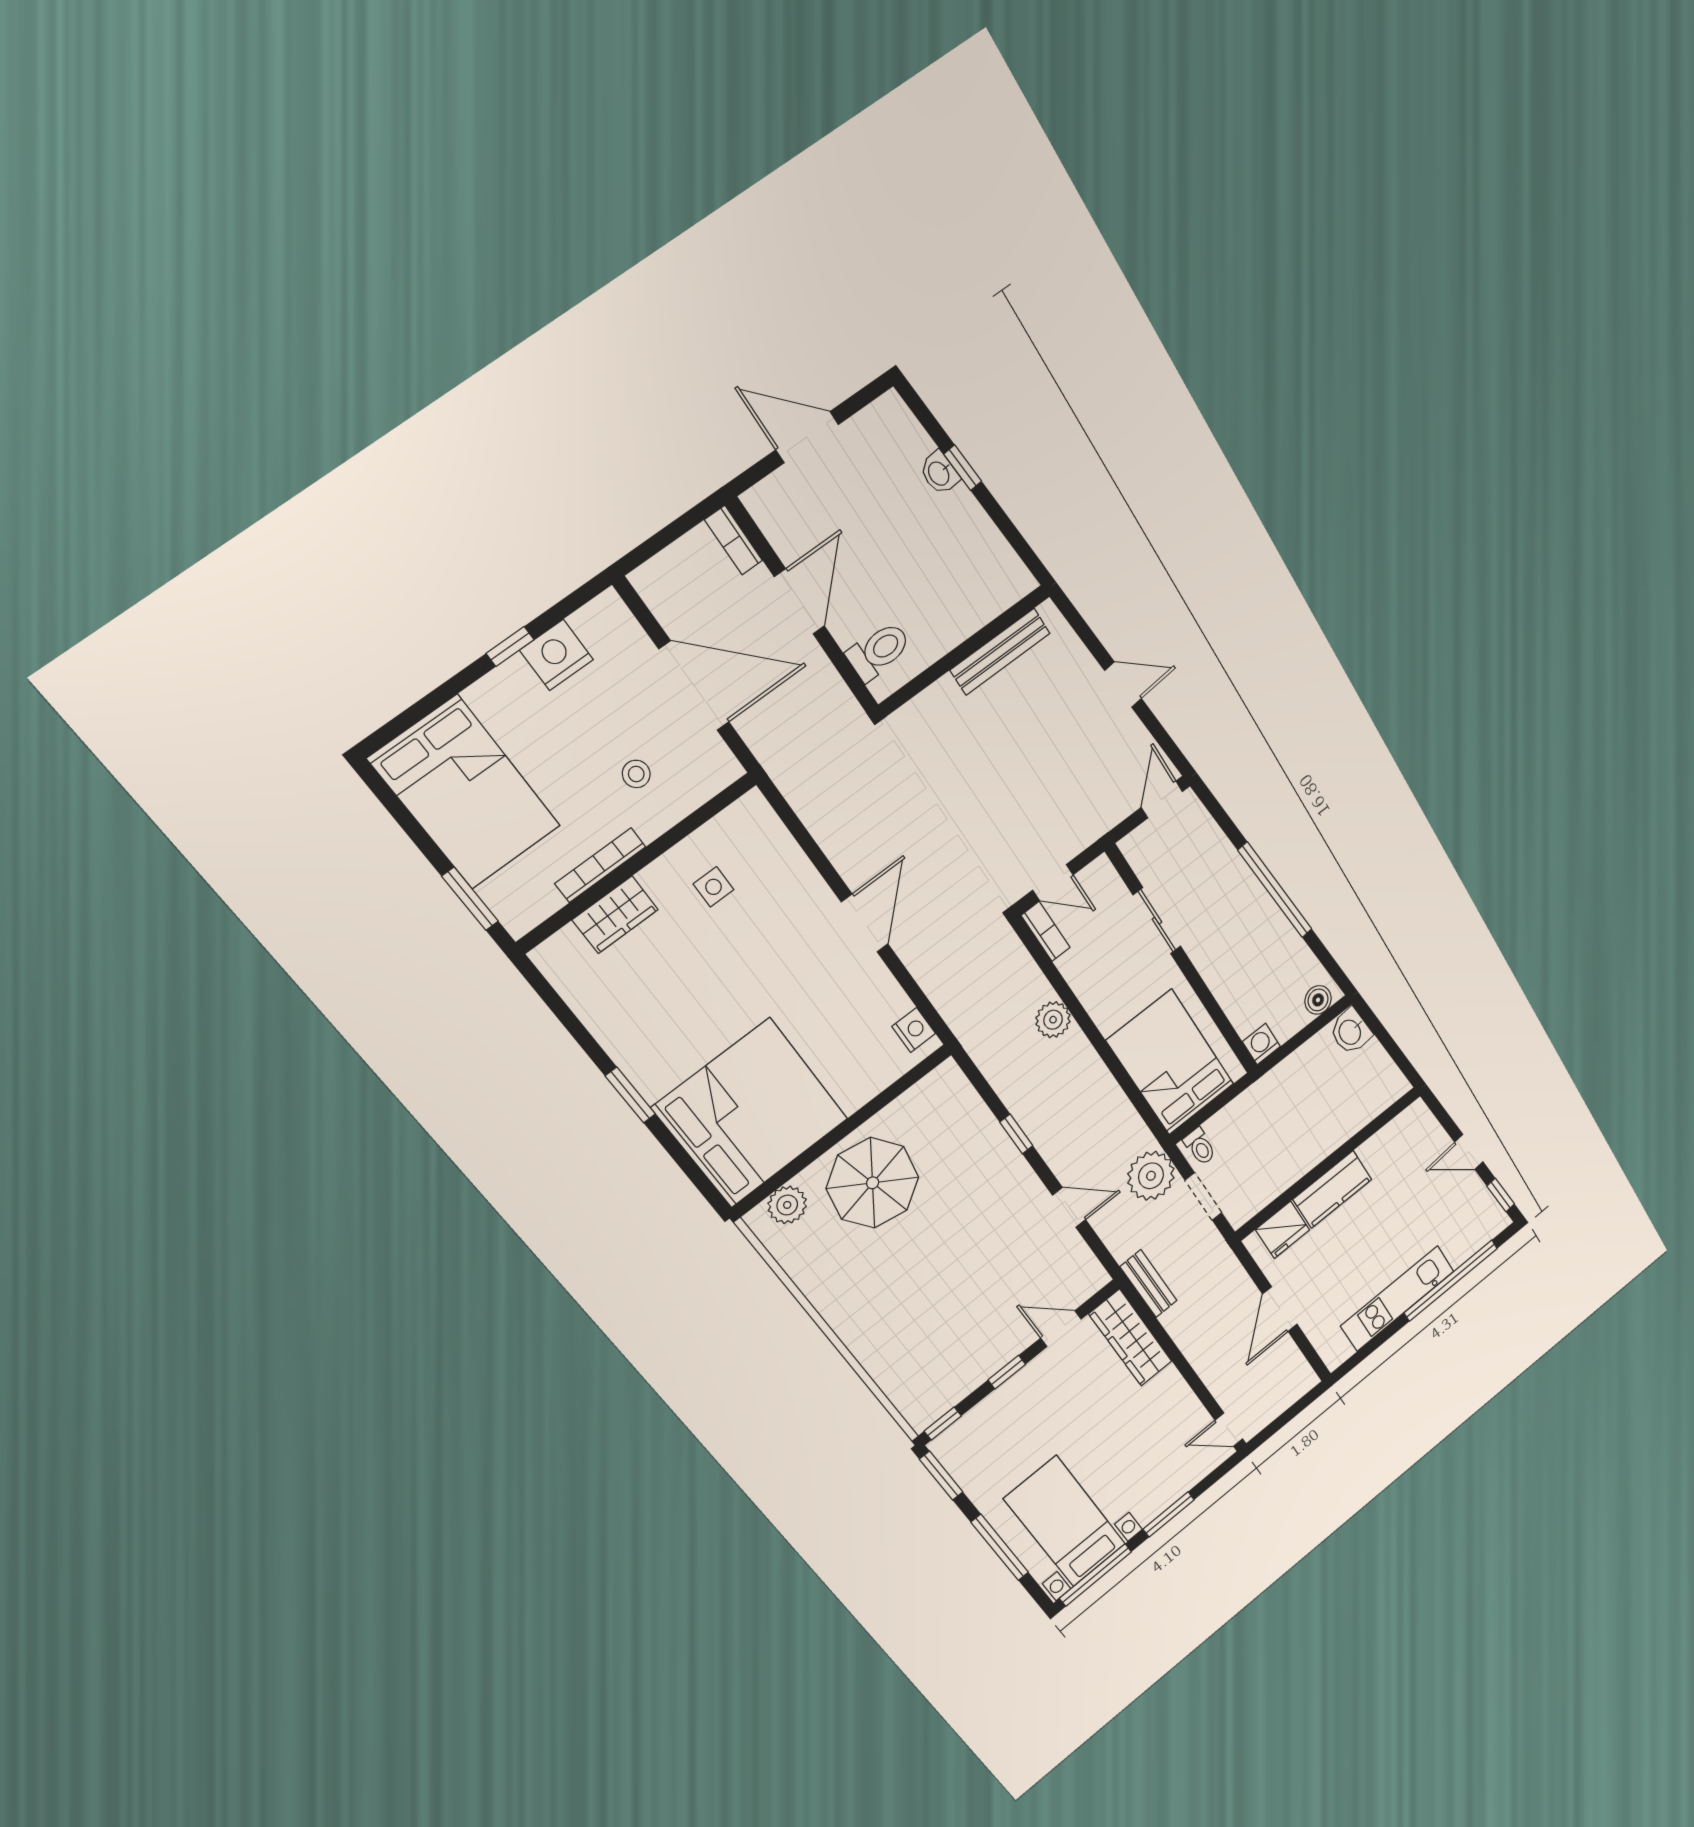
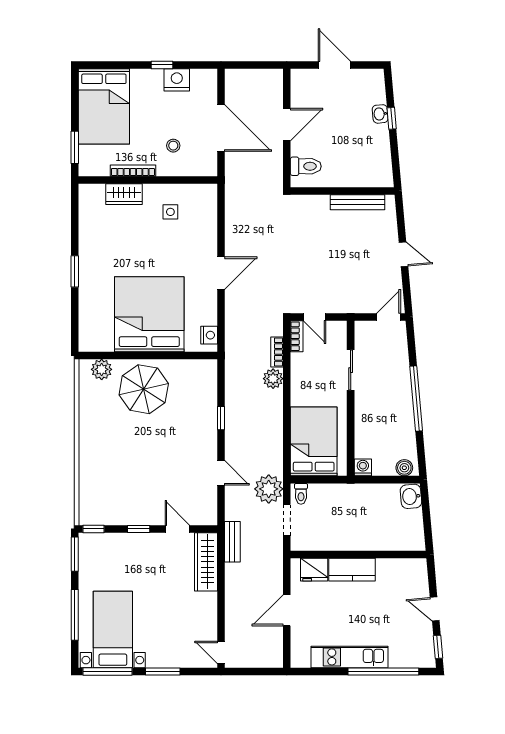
bookcase: (734, 540) -> (277, 352), moved
bed: (751, 1113) -> (149, 314), moved, turned -90

